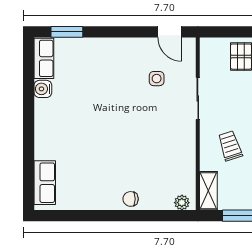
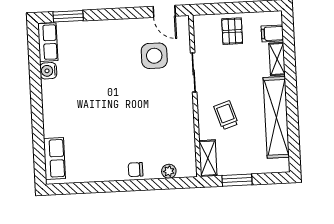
side table: (157, 79) -> (154, 56), width x1.87, depth x1.87
plant: (182, 203) -> (169, 171), moved

